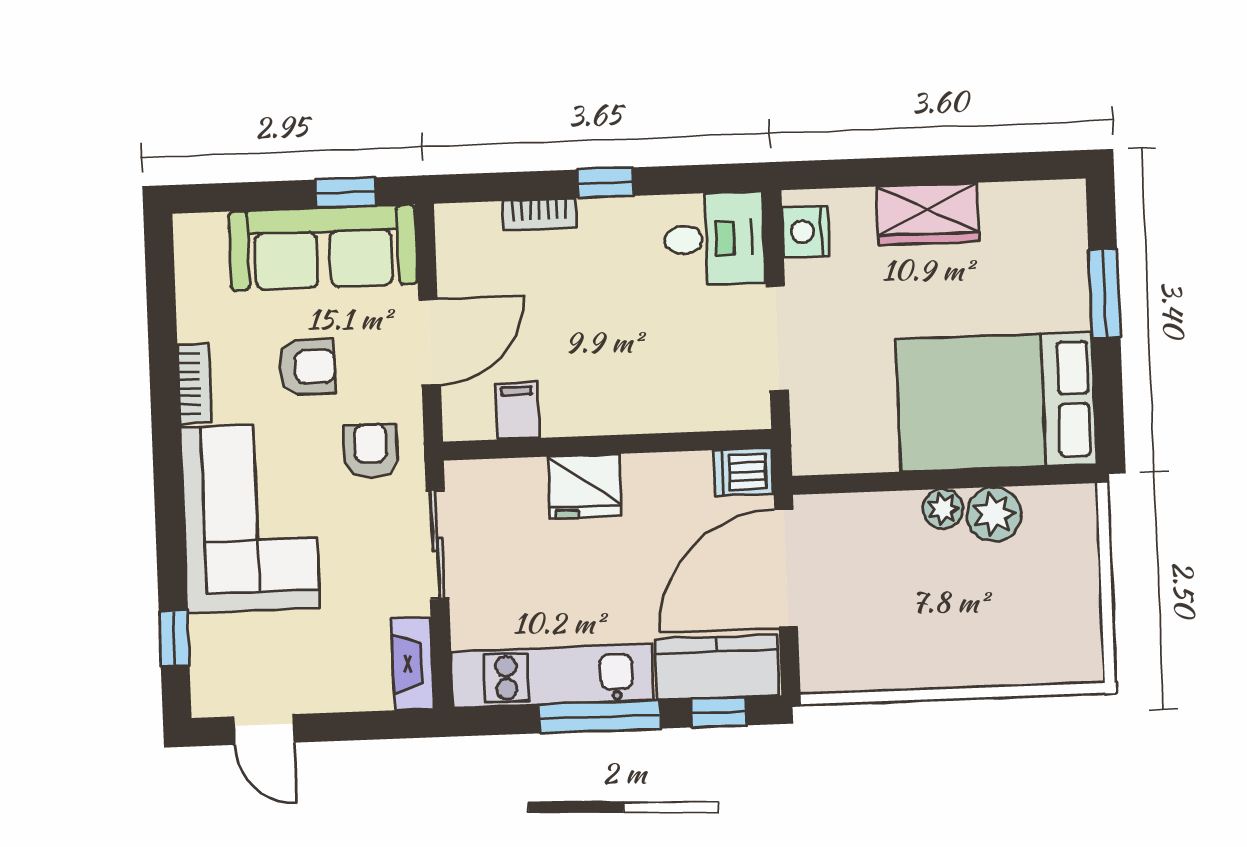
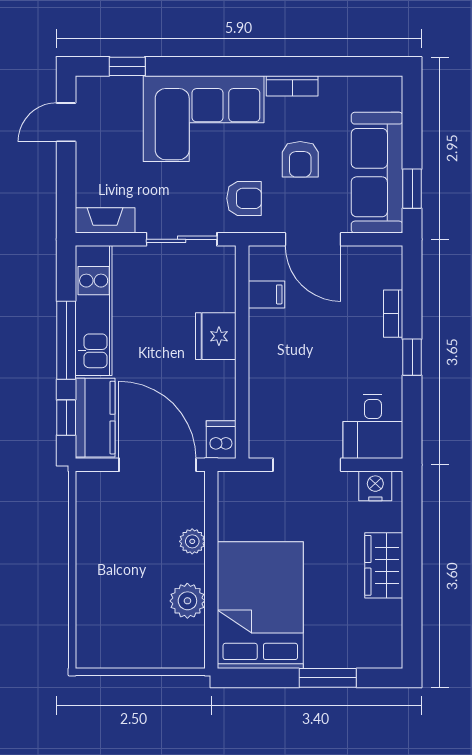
plant: (943, 509) -> (192, 541), moved

